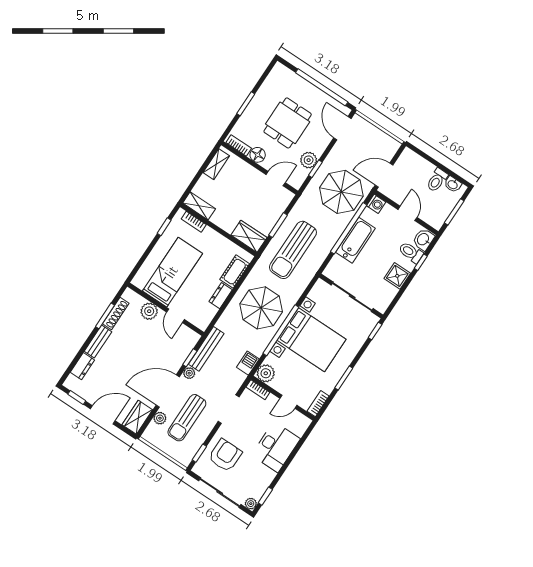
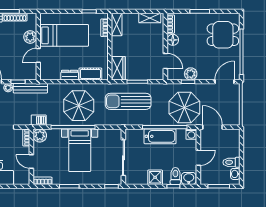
dining table: (288, 123) -> (223, 35), moved
bed with nightstands: (312, 340) -> (80, 150), width x0.73

